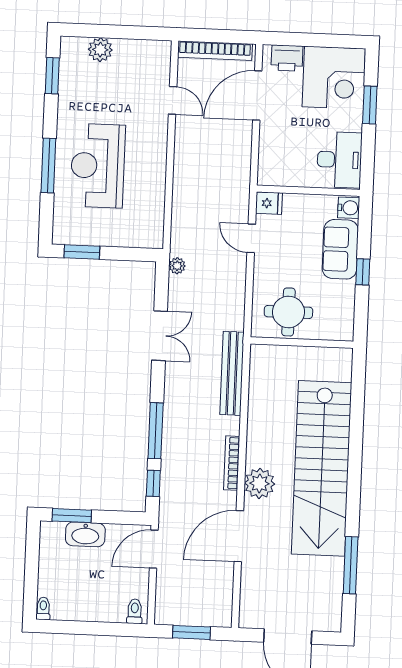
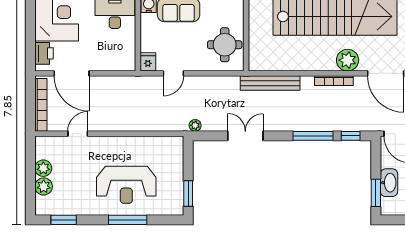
plant: (126, 50) -> (43, 168), added

